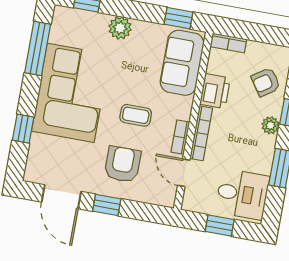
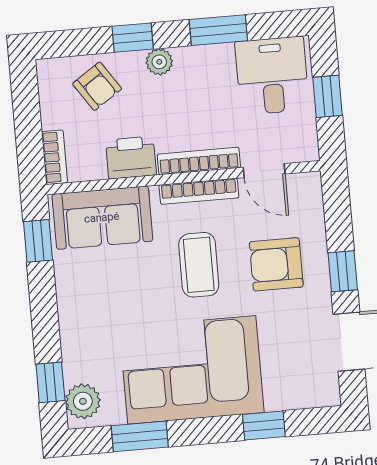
plant: (120, 28) -> (83, 401), moved
window: (38, 49) -> (140, 436), width x0.69
coffee table: (136, 115) -> (199, 265), width x1.36, depth x1.30
bookcase: (180, 137) -> (199, 191), width x1.56
door: (184, 173) -> (264, 171), hinge flipped

